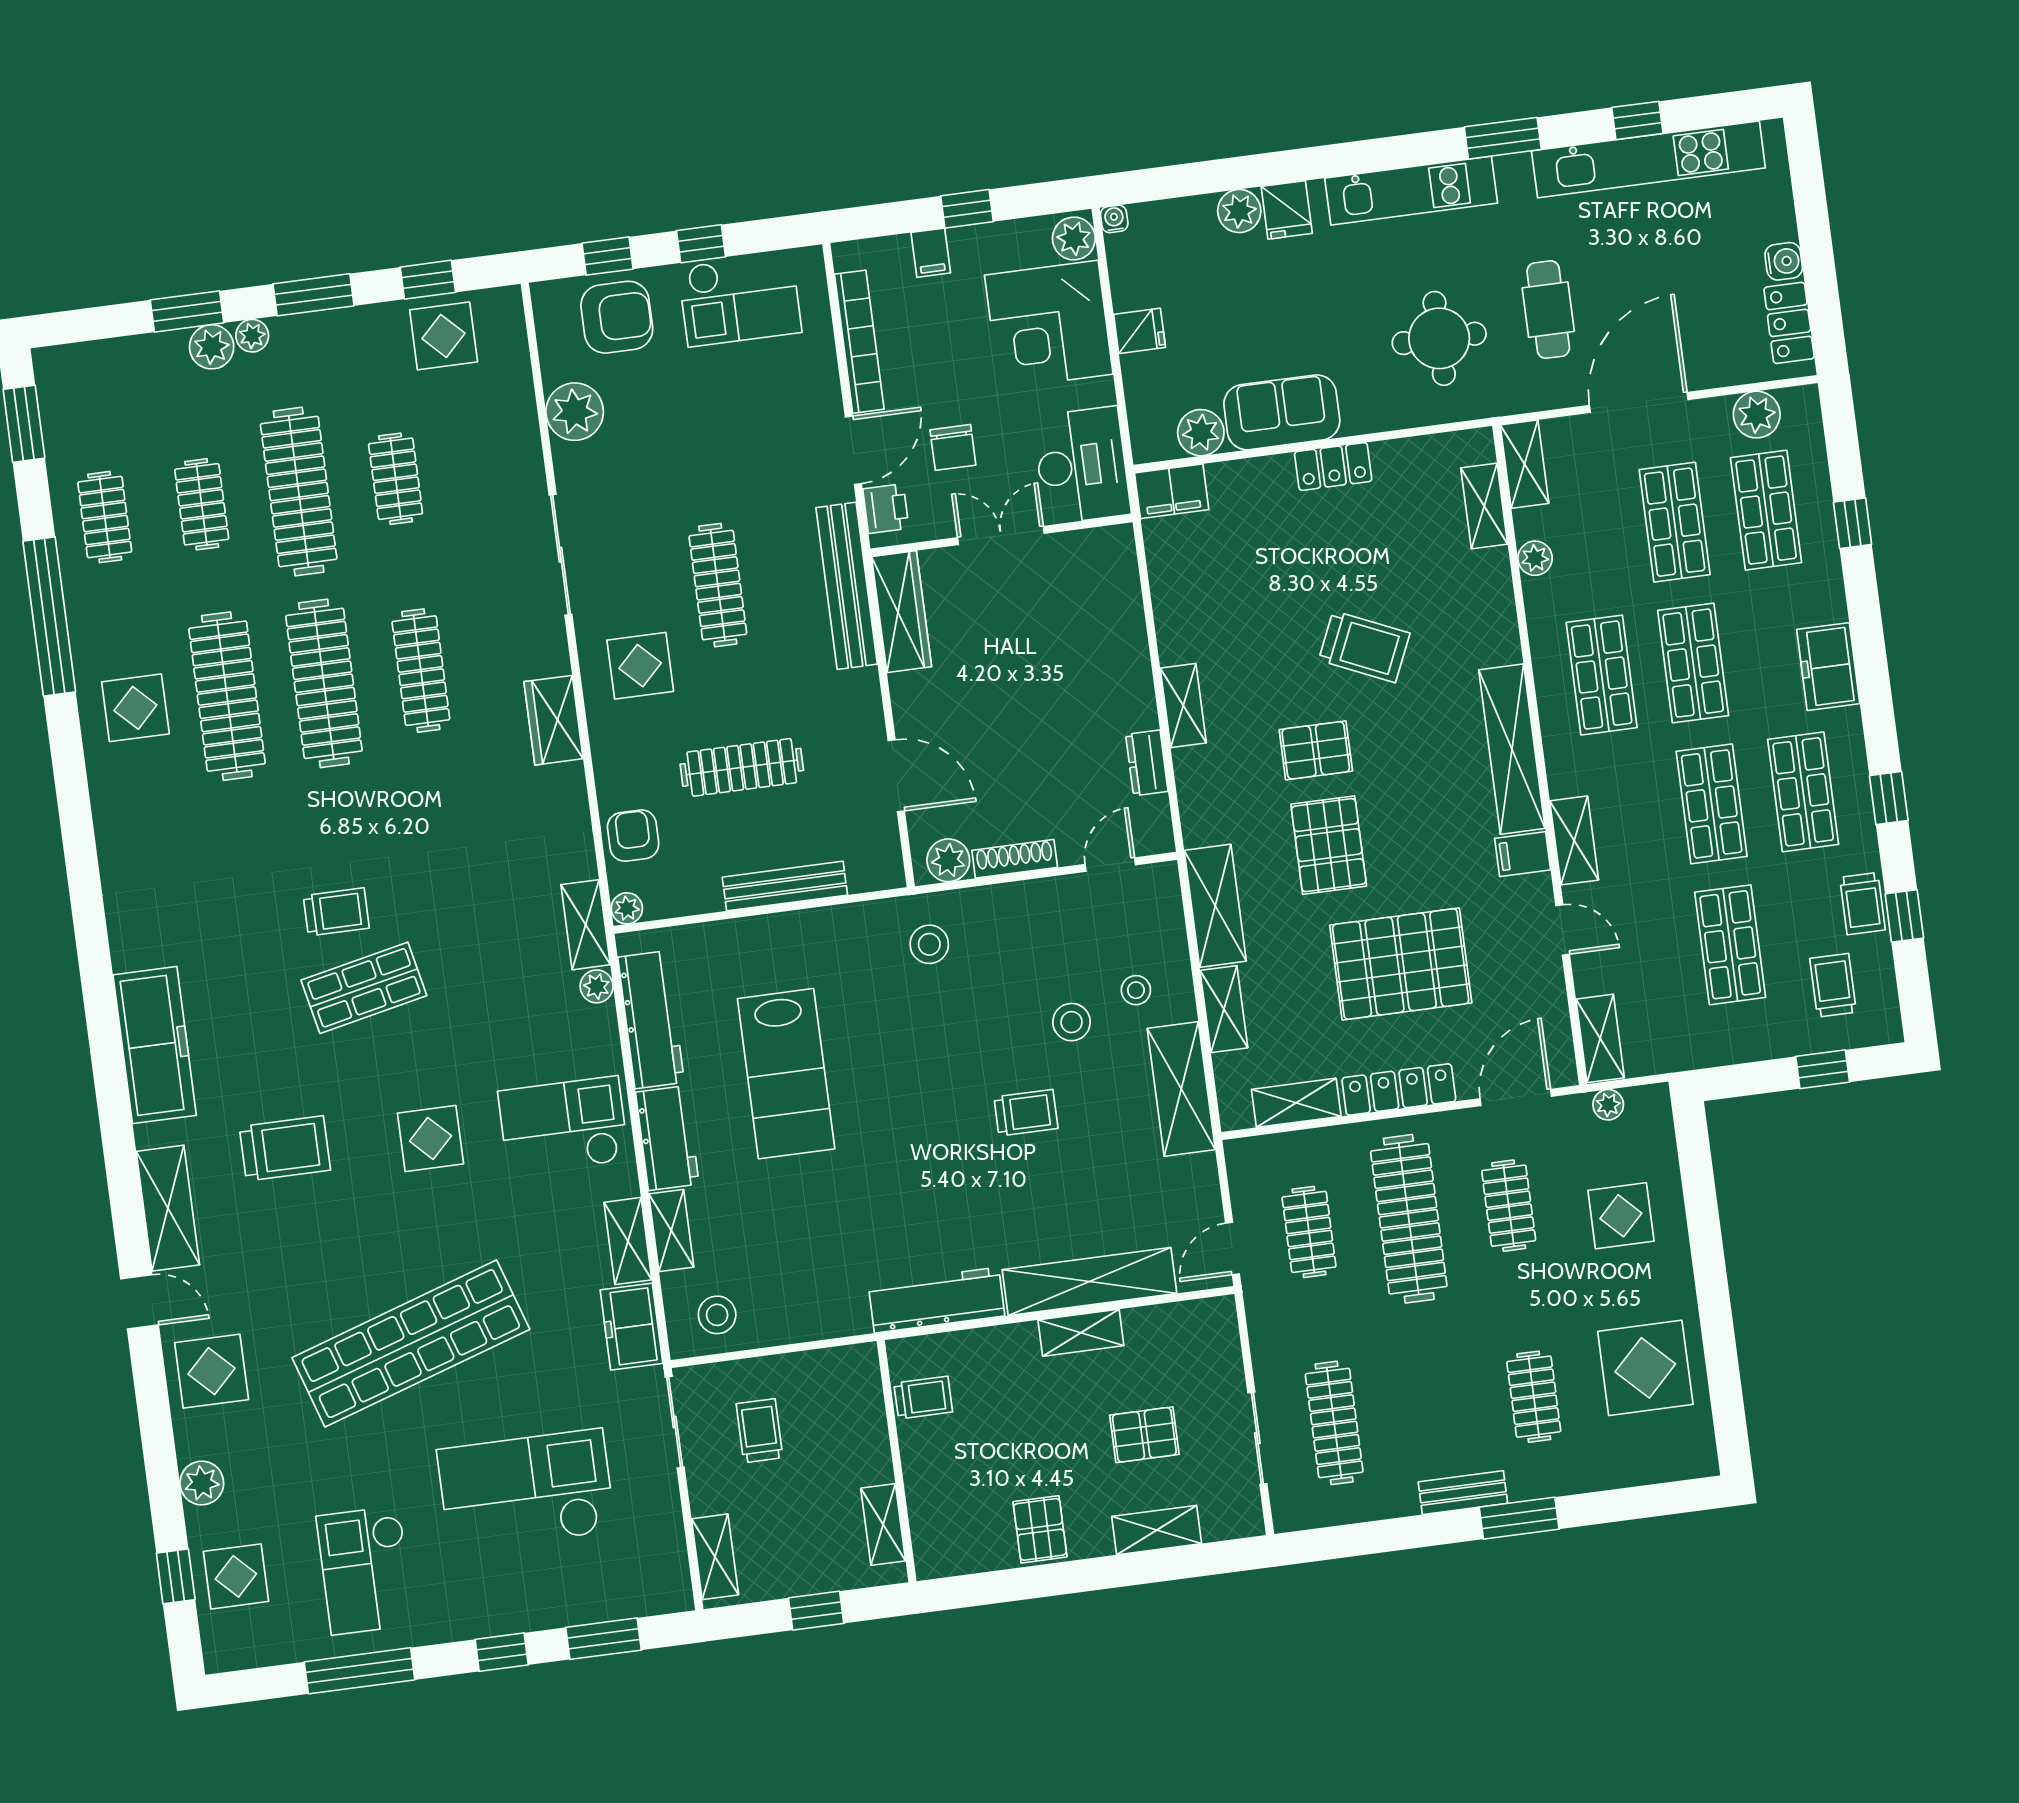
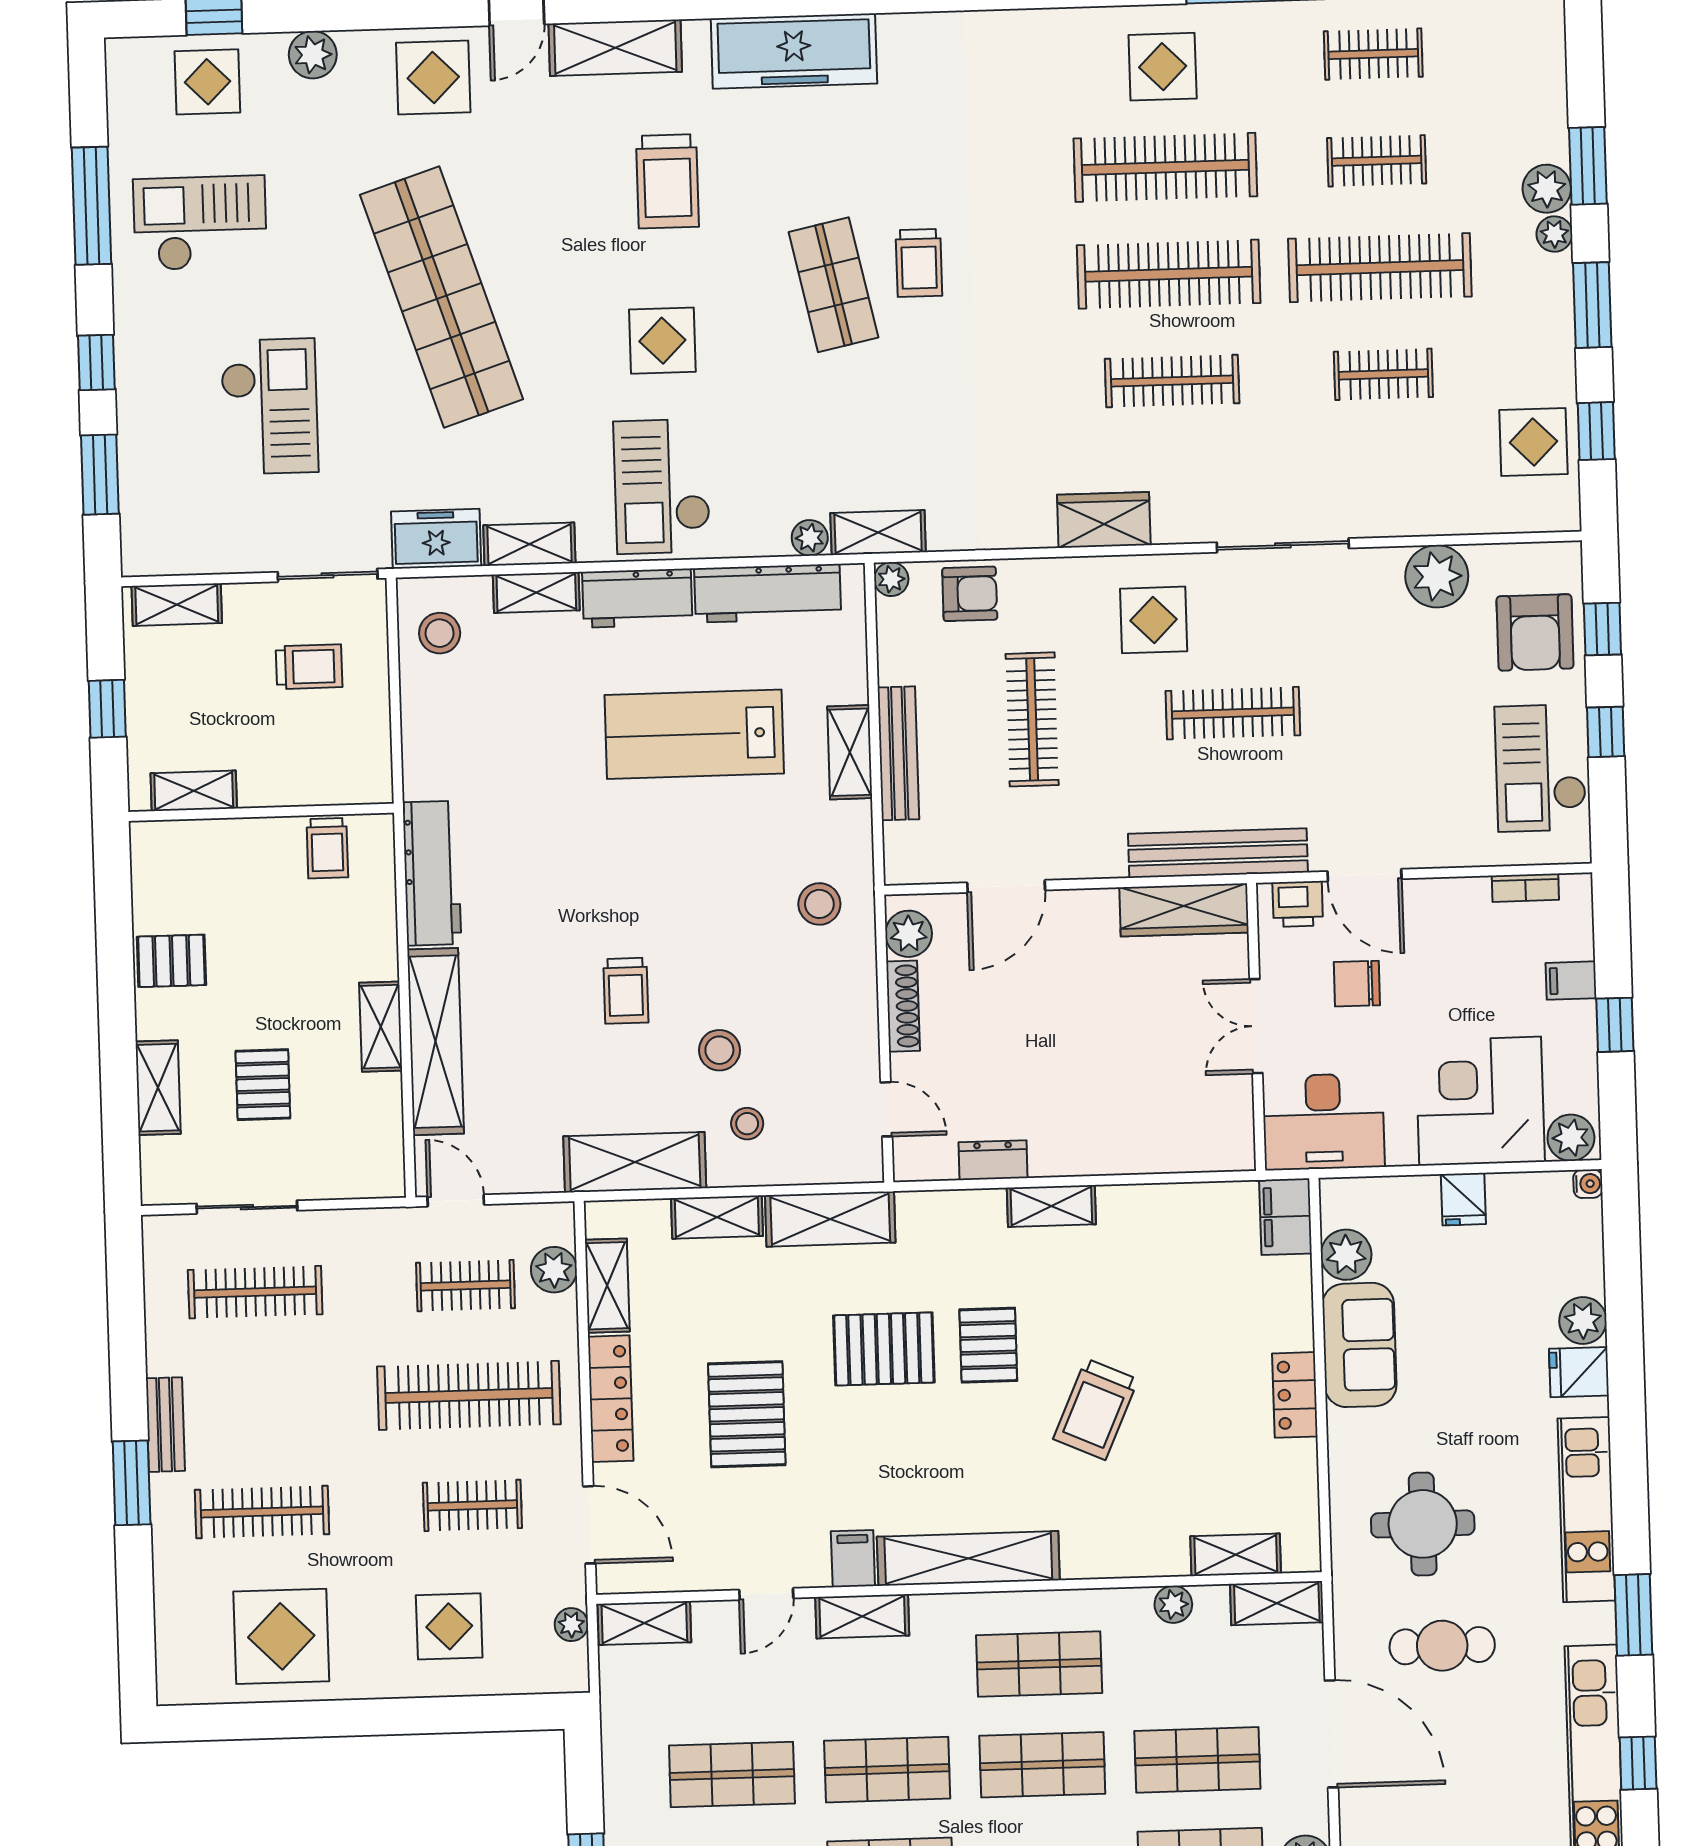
bookcase: (859, 342) -> (1525, 888), width x0.43, depth x0.76
double door: (1001, 535) -> (1256, 1026), swing flipped
shelving: (788, 930) -> (850, 752), added
pallet: (1401, 964) -> (747, 1414), width x0.73, depth x0.71
checkout: (563, 1126) -> (662, 486), turned 180
plant: (1287, 1153) -> (554, 1270), added
clothes rail: (1534, 1397) -> (262, 1512), width x1.36
checkout: (526, 1490) -> (269, 406), width x0.73, depth x0.83

